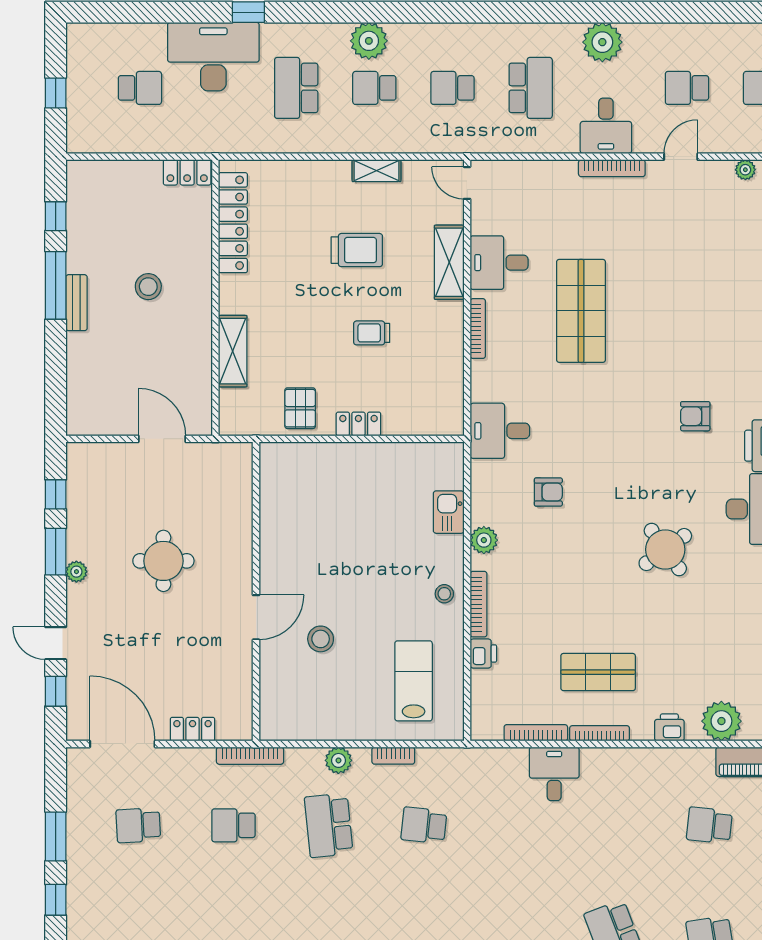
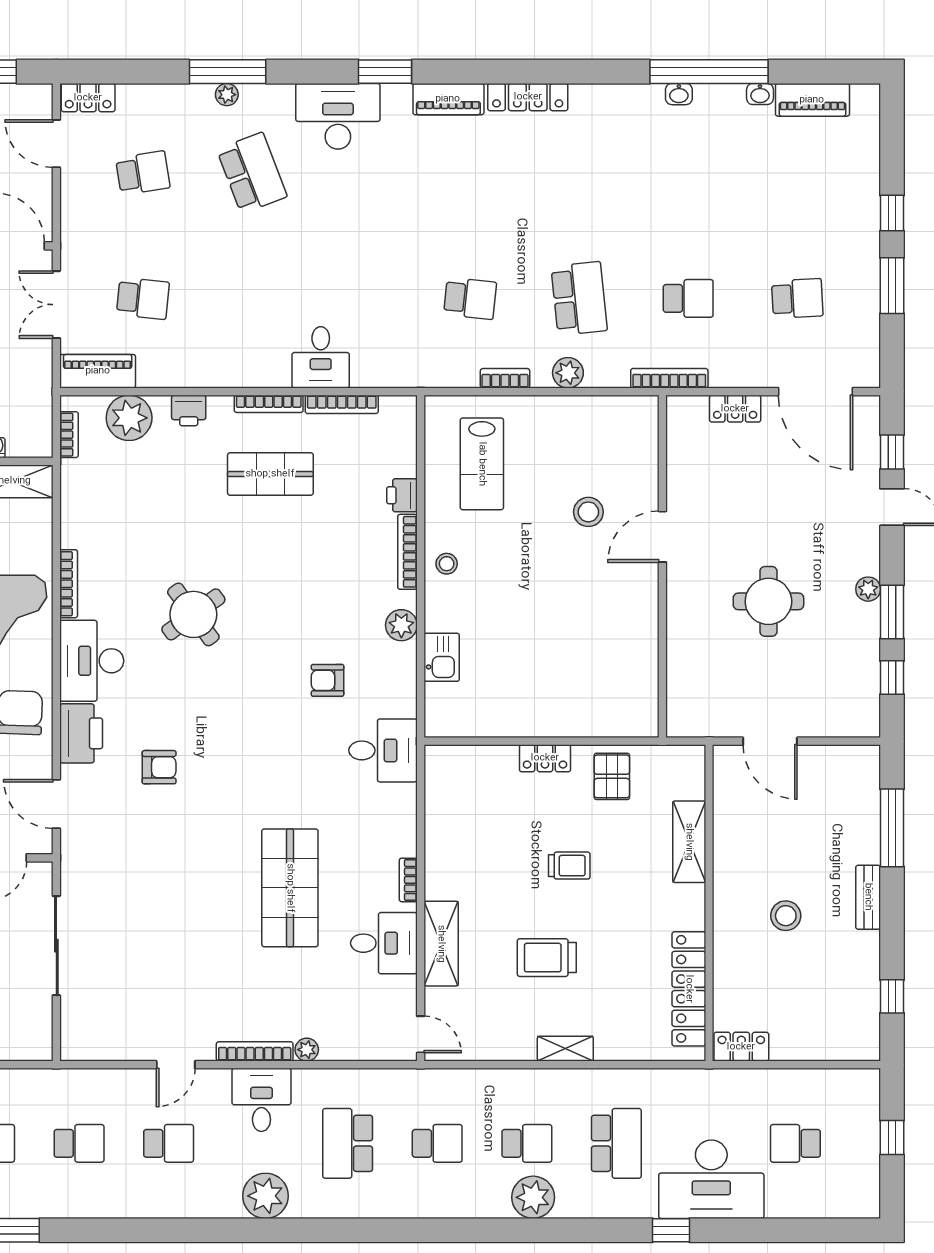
plant: (745, 170) -> (307, 1050), moved
shelving: (377, 171) -> (565, 1049), moved
window: (56, 285) -> (892, 828), moved
bookcase: (478, 329) -> (408, 880), width x0.64
trolley: (372, 333) -> (569, 866), moved

